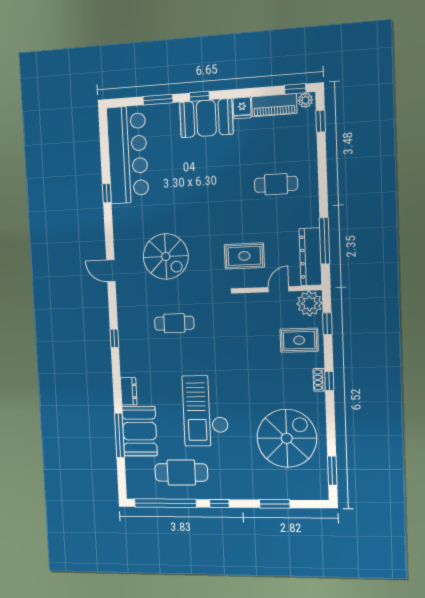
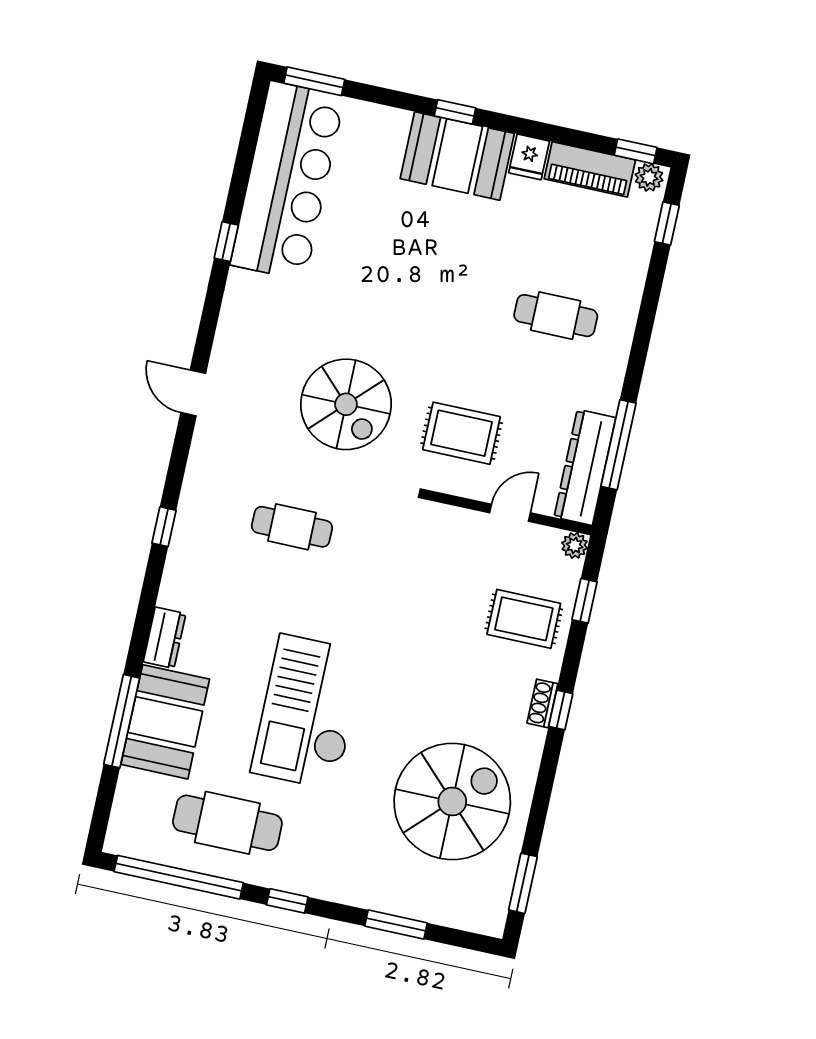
window: (158, 100) -> (314, 81), moved
spiral stairs: (166, 256) -> (346, 404), moved
plant: (309, 303) -> (575, 545), width x0.53, depth x0.53

